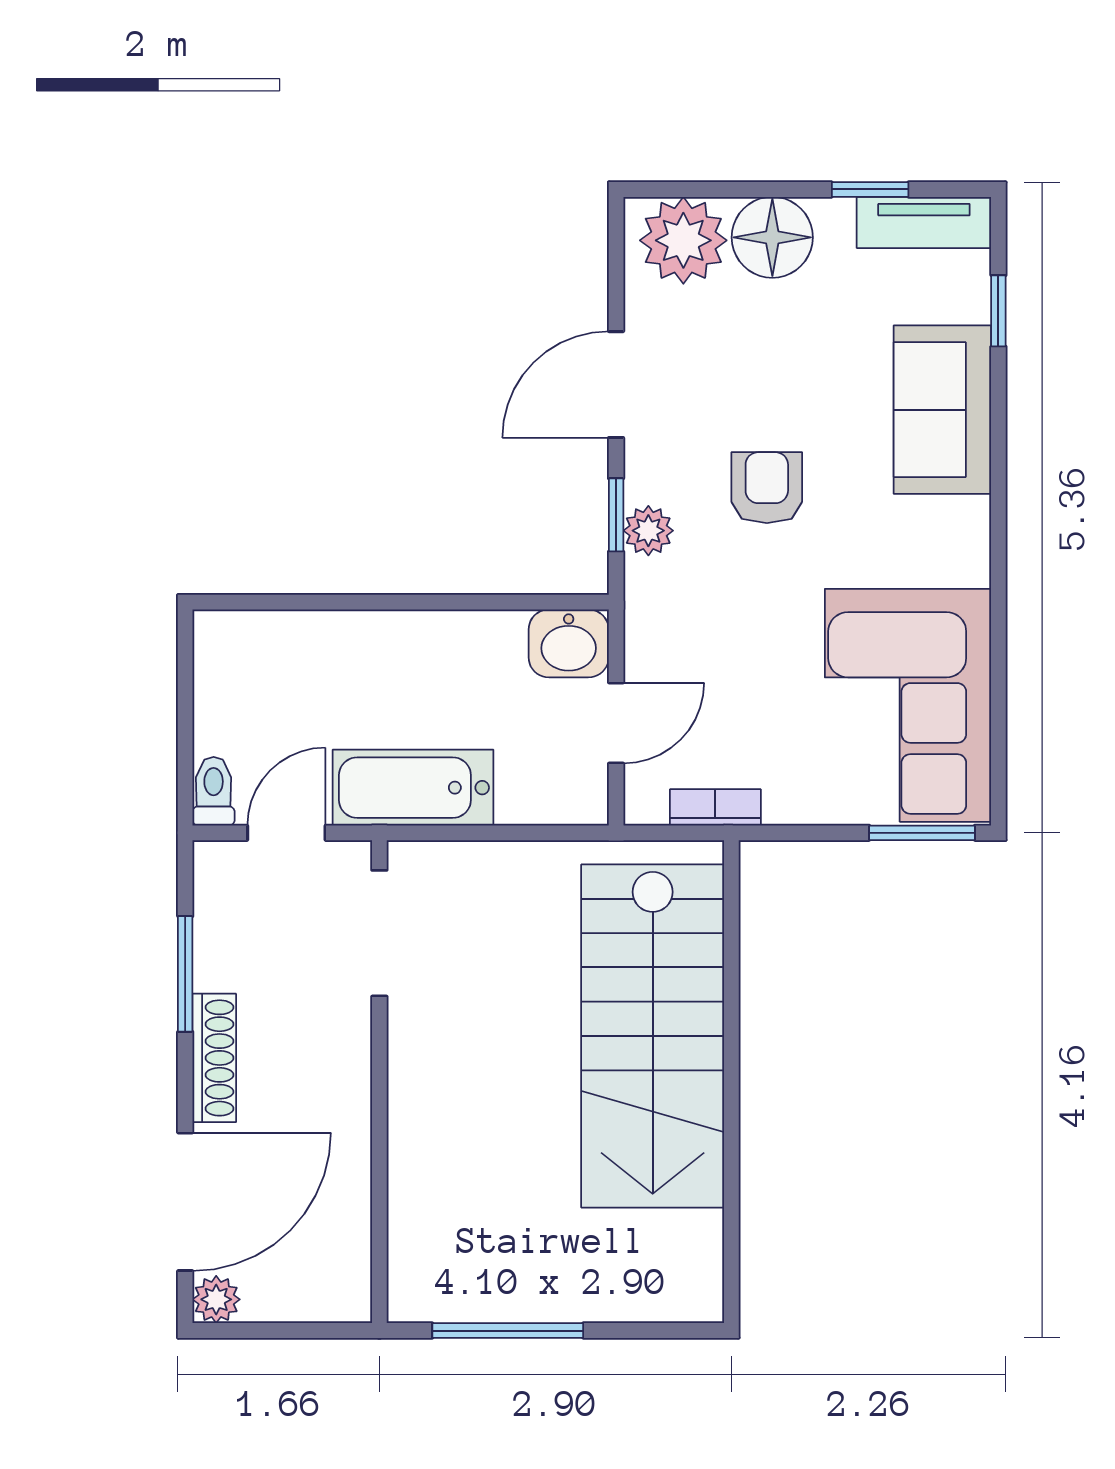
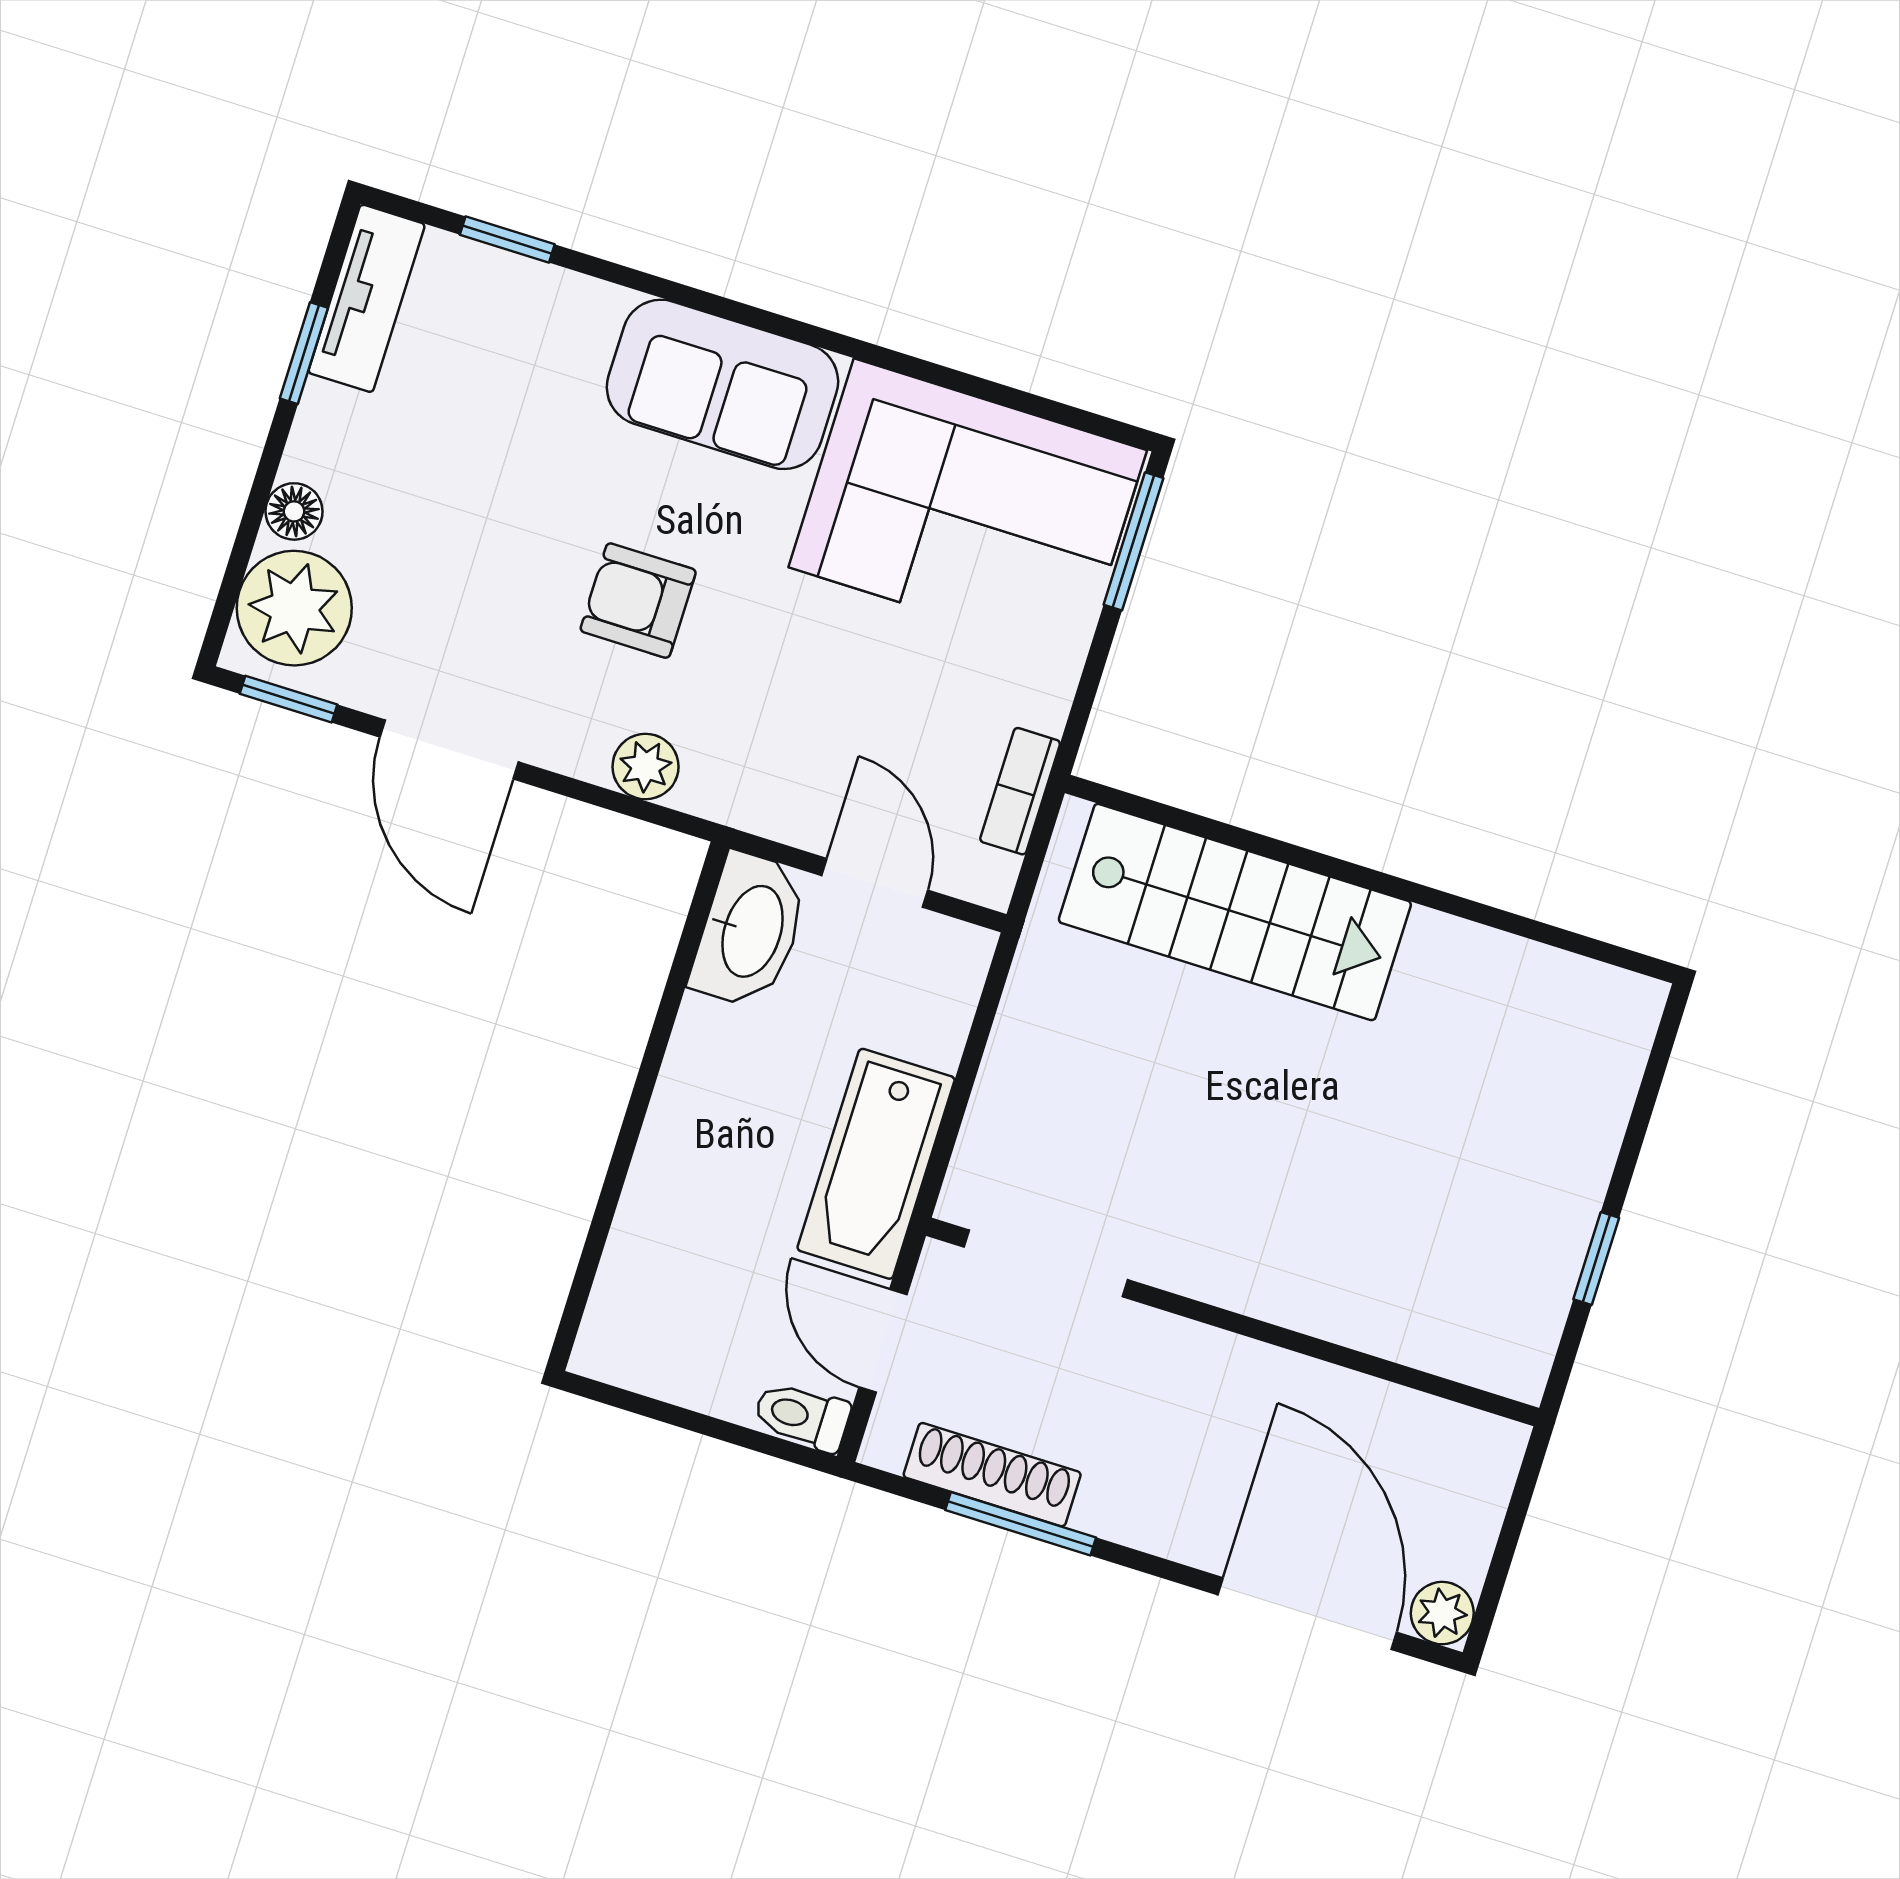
floor lamp: (772, 237) -> (294, 511), width x0.53, depth x0.53
sofa: (942, 410) -> (722, 384), moved
window: (616, 515) -> (289, 699), moved
washbasin: (569, 643) -> (750, 931), width x1.38
stairs: (653, 1036) -> (1235, 912), width x0.73, depth x0.66
shoe rack: (214, 1058) -> (992, 1475), moved
window: (508, 1331) -> (1596, 1259), width x0.46

